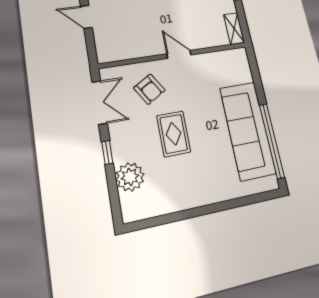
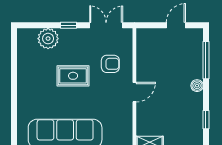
armchair: (149, 89) -> (110, 64), turned -149
double door: (100, 102) -> (106, 25), swing flipped

